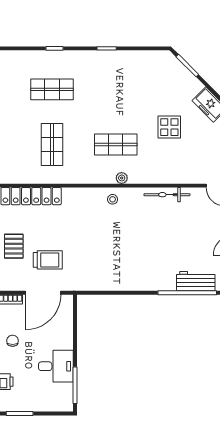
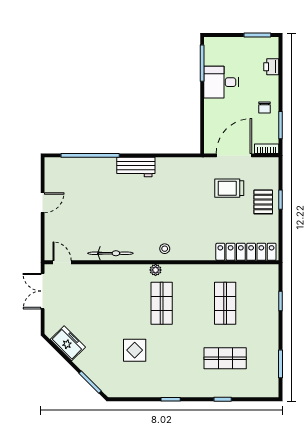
display table: (169, 127) -> (135, 350), moved
shop shelf: (116, 145) -> (162, 303), turned 90
workbench: (196, 281) -> (136, 167), moved

